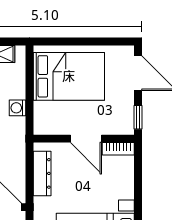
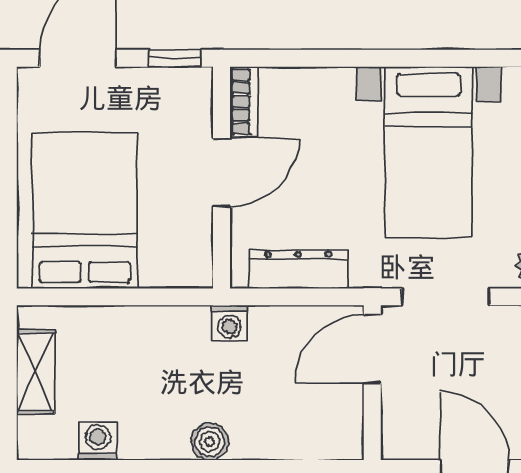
washing machine: (18, 108) -> (229, 323), moved

